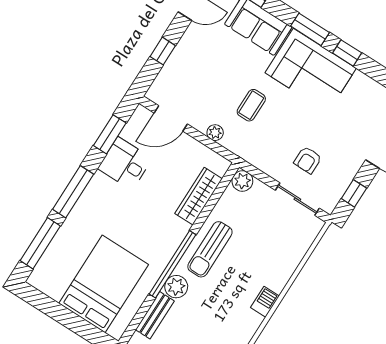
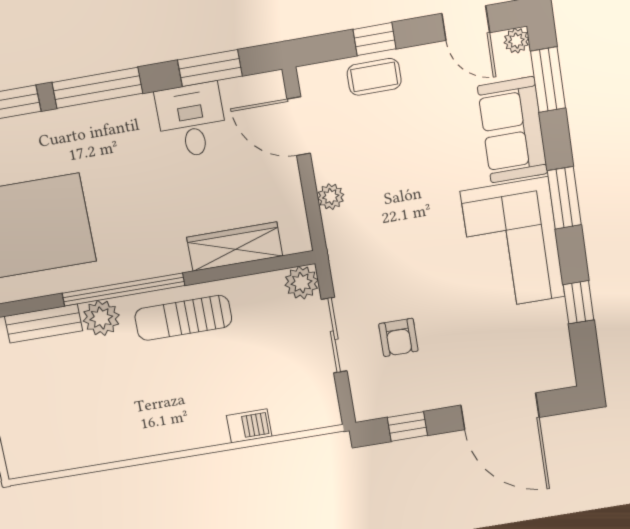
window: (347, 53) -> (579, 302), moved
coffee table: (251, 105) -> (374, 77), moved
armchair: (308, 160) -> (398, 337), turned -90
sliding door: (297, 199) -> (334, 335), moved
barbecue: (265, 302) -> (249, 426), moved

